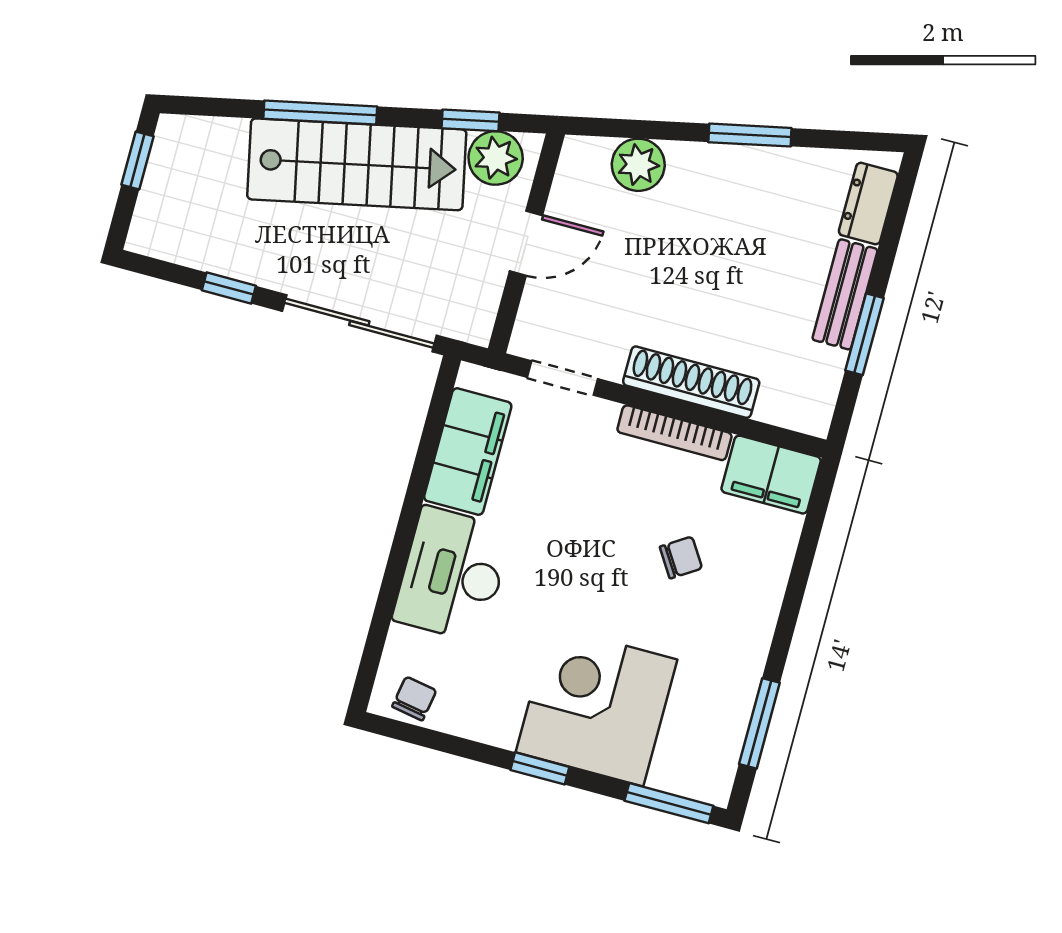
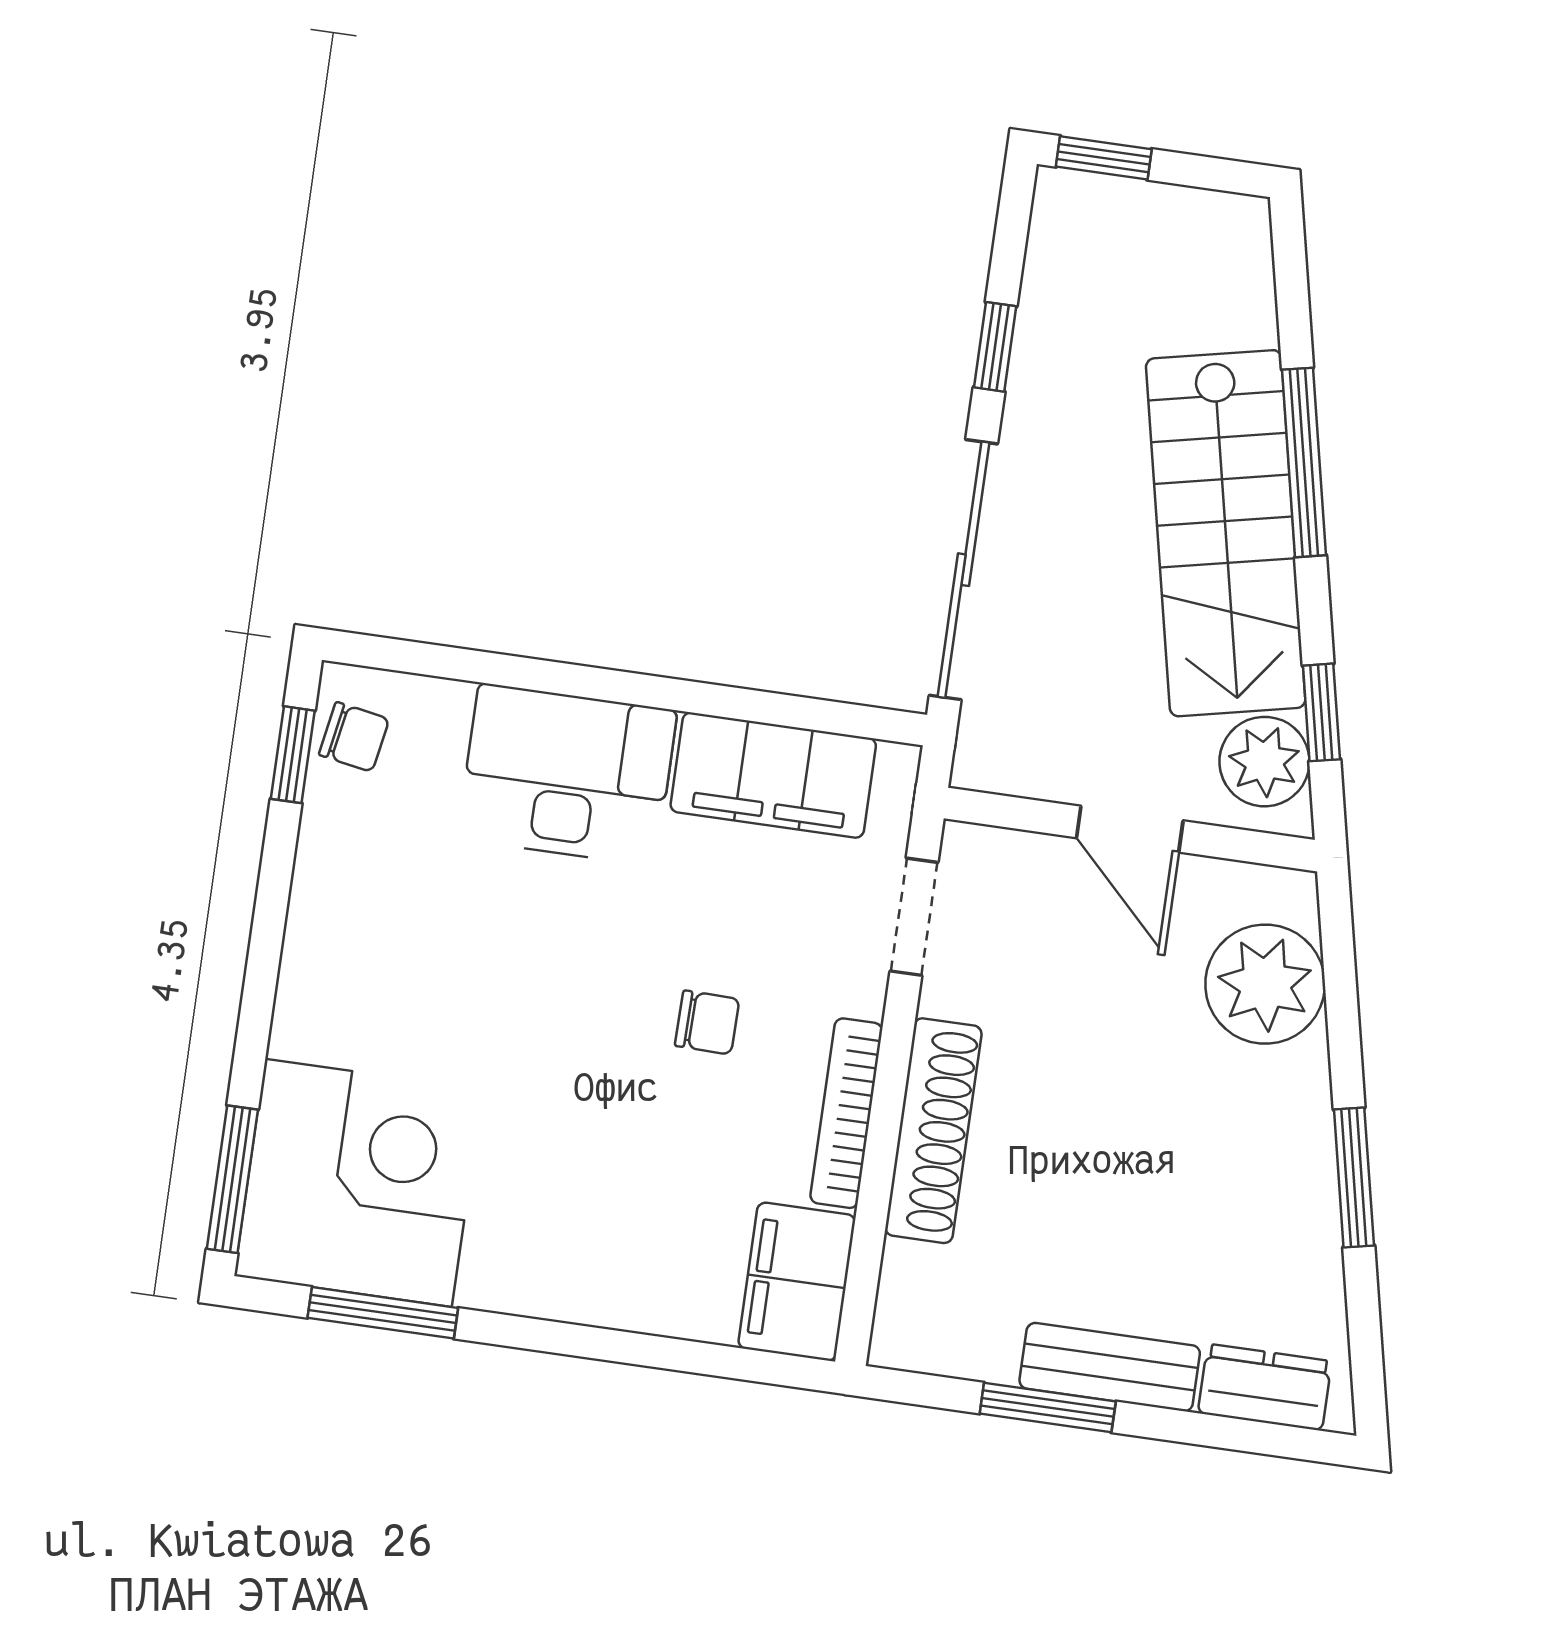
window: (137, 161) -> (1104, 158), moved
plant: (638, 165) -> (1265, 984), width x1.36, depth x1.36
chair: (681, 557) -> (707, 1022), moved, turned -56
corner desk: (597, 706) -> (358, 1183), moved
window: (540, 768) -> (293, 755), moved

